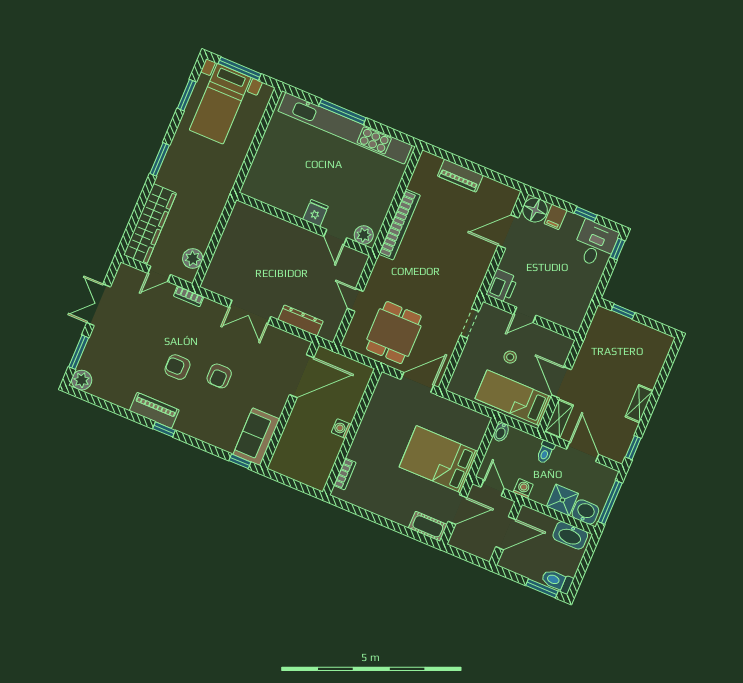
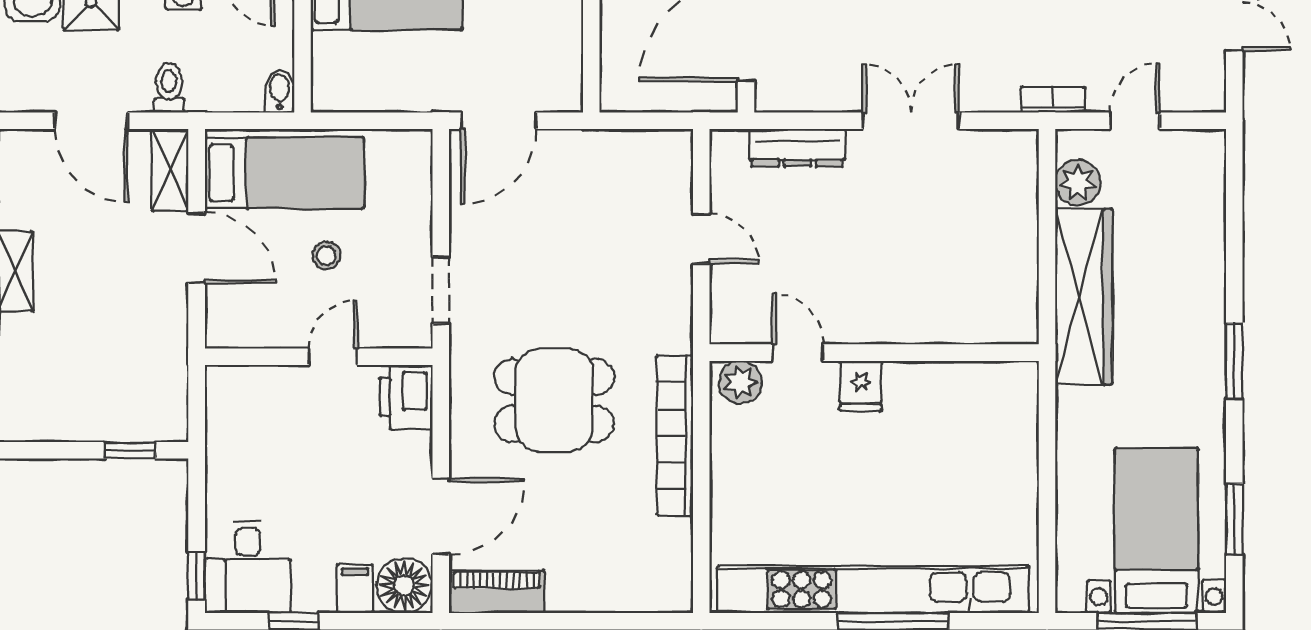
piano: (460, 176) -> (497, 592), moved
wardrobe: (150, 224) -> (1084, 296), moved, turned 180
dining table: (394, 333) -> (554, 400), moved, turned 90

